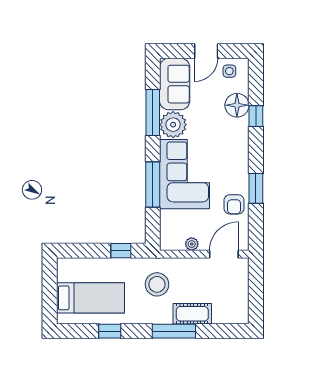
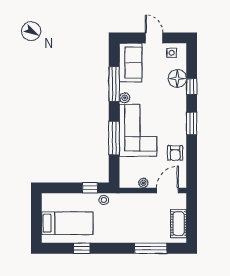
door: (206, 51) -> (154, 38), swing flipped
plant: (173, 125) -> (125, 98), width x0.53, depth x0.53
window: (256, 188) -> (192, 123), moved
stool: (157, 284) -> (104, 200), moved, width x0.53, depth x0.53
cot: (192, 314) -> (179, 224), moved, turned 90
window: (174, 331) -> (151, 248), moved

